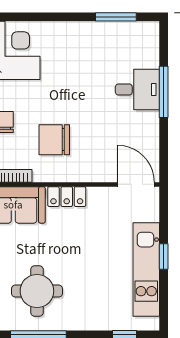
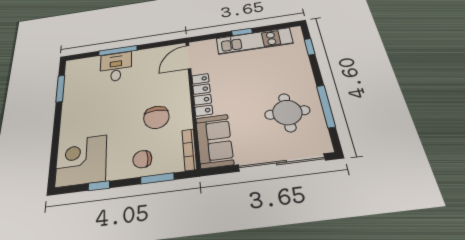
locker: (67, 197) -> (202, 94), width x1.53

